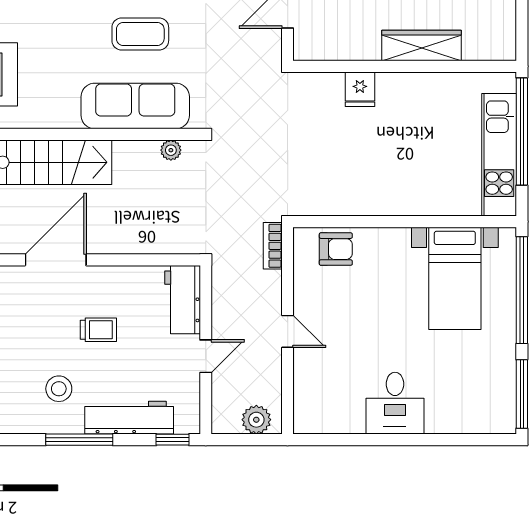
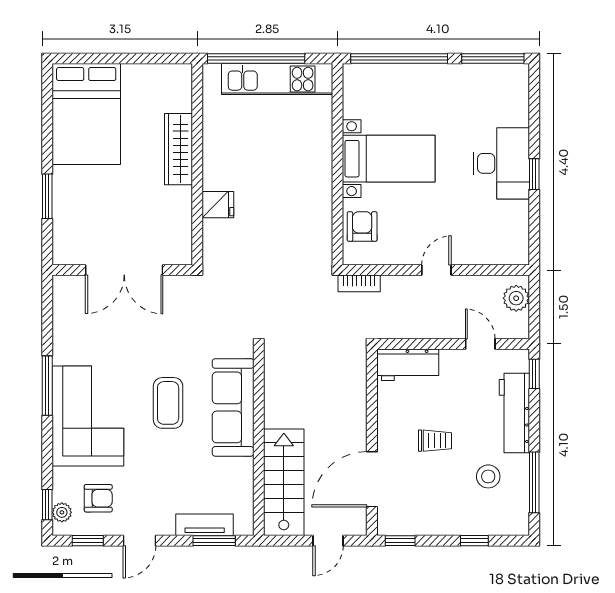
plant: (171, 150) -> (273, 375), removed
door: (56, 260) -> (372, 479), hinge flipped
bed with nightstands: (455, 278) -> (389, 159), moved
trolley: (98, 330) -> (435, 441), turned 90
door: (206, 356) -> (480, 344), moved
desk: (395, 403) -> (501, 163), width x1.37
window: (79, 440) -> (534, 482), moved
window: (394, 440) -> (534, 174), added

